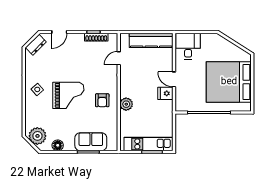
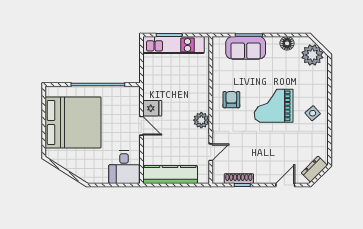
plant: (126, 104) -> (201, 120), moved

